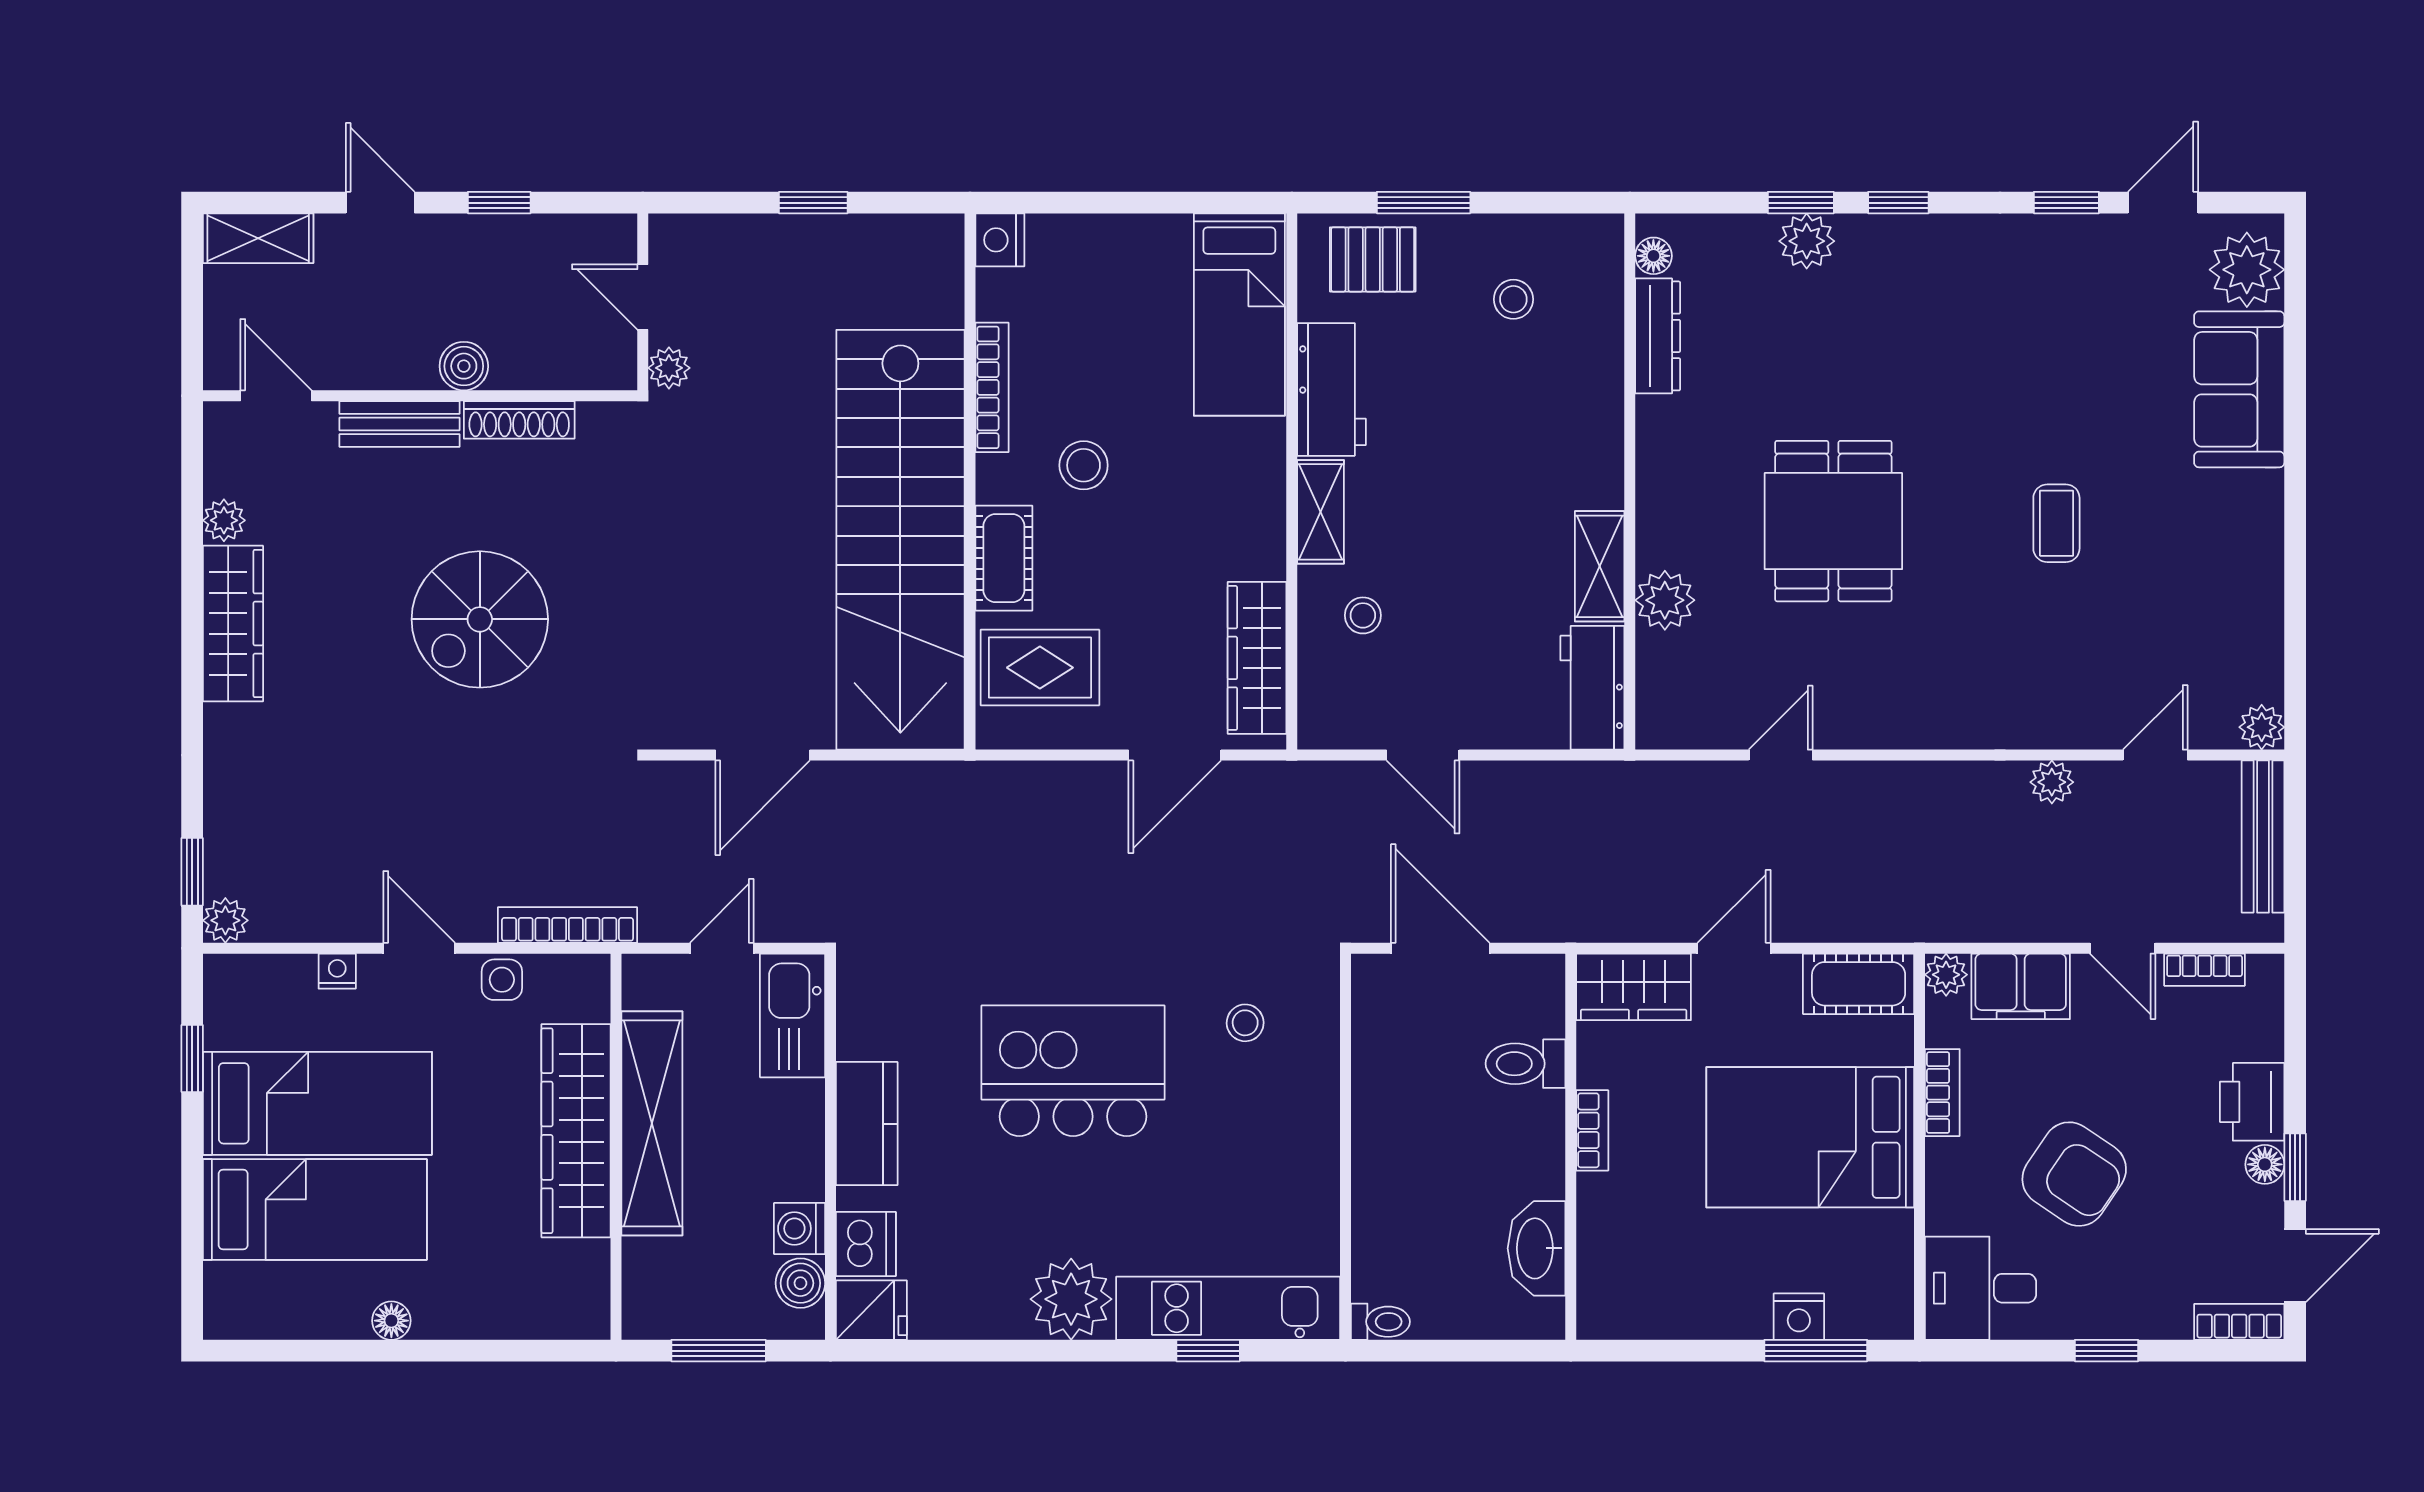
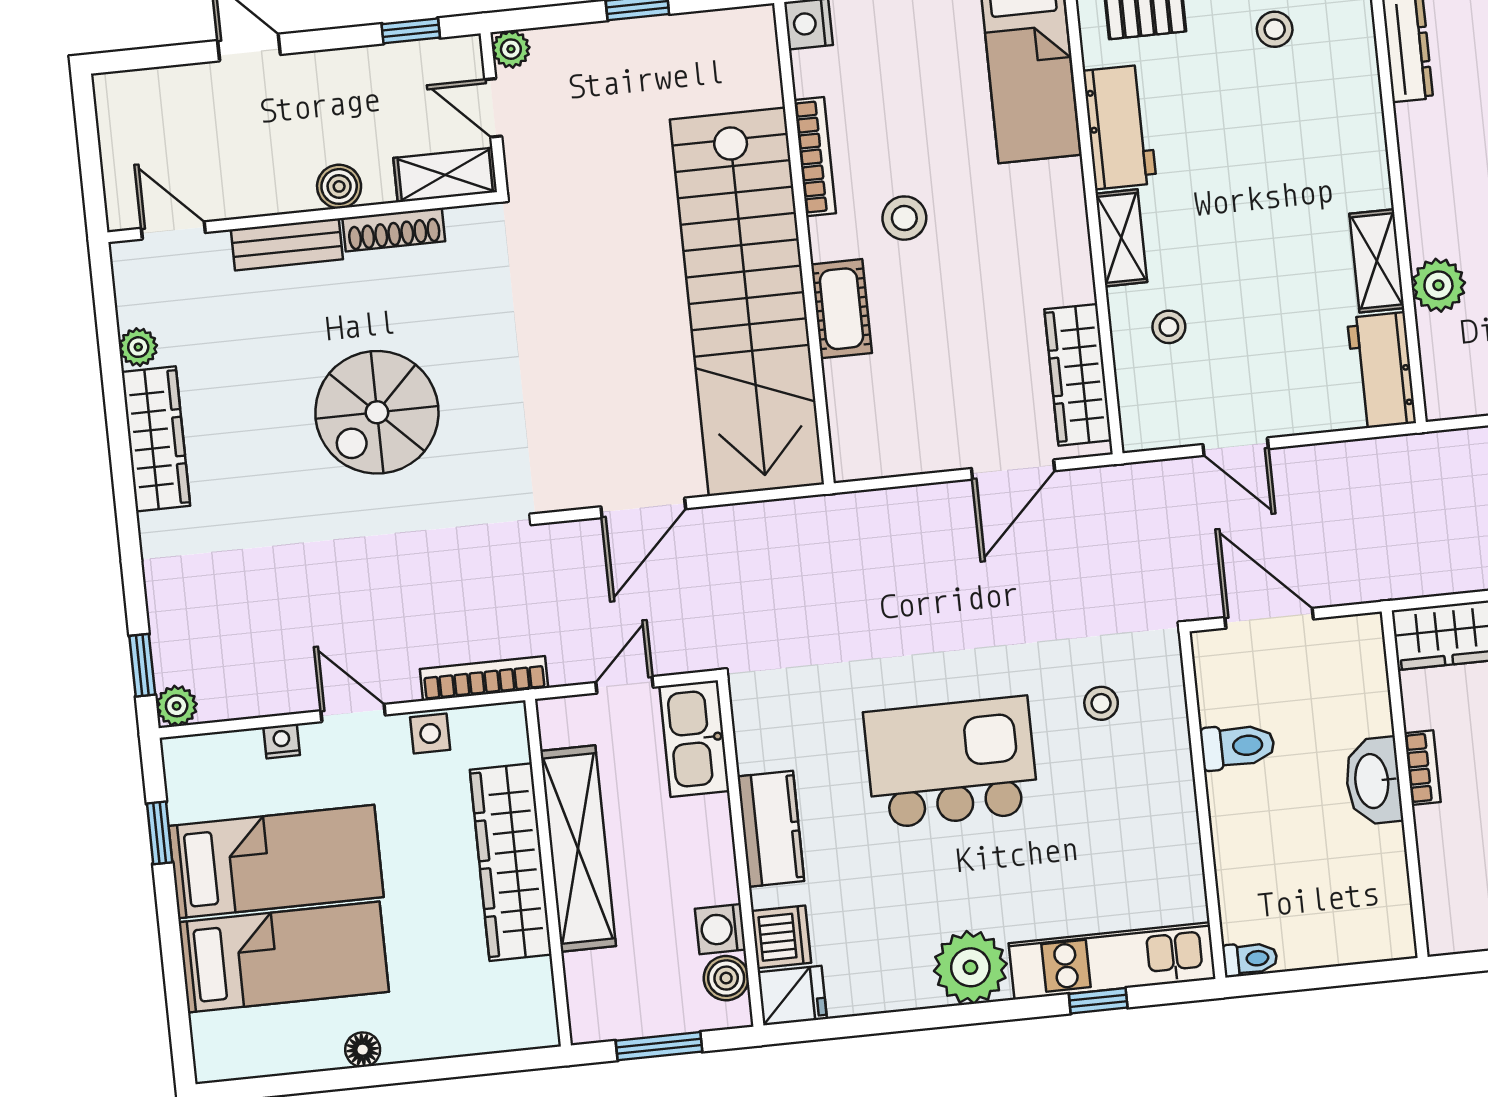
window: (499, 203) -> (411, 31), moved
shelving: (258, 238) -> (445, 175), moved
plant: (669, 368) -> (511, 49), moved
rug: (1040, 668) -> (884, 404), removed
toilet: (1526, 1064) -> (1238, 746), moved, turned 180
washbasin: (1537, 1248) -> (1373, 781), moved

